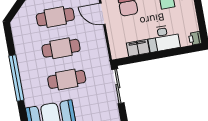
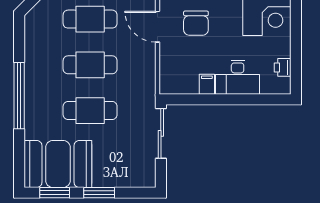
printer: (195, 38) -> (283, 67), moved
filing cabinet: (138, 48) -> (207, 84), width x0.50

